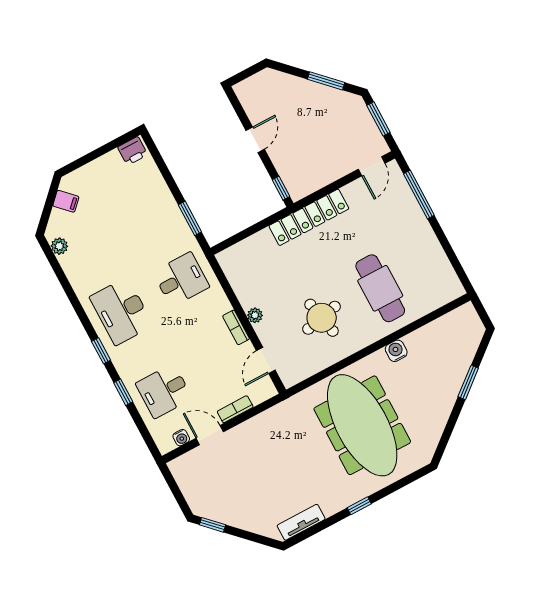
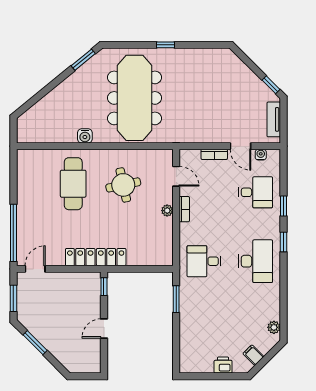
printer: (133, 151) -> (223, 365), moved
window: (419, 194) -> (13, 233), width x1.46
door: (266, 360) -> (176, 176), hinge flipped
window: (468, 382) -> (83, 60), moved
tv unit: (301, 522) -> (274, 119), moved, turned 90

